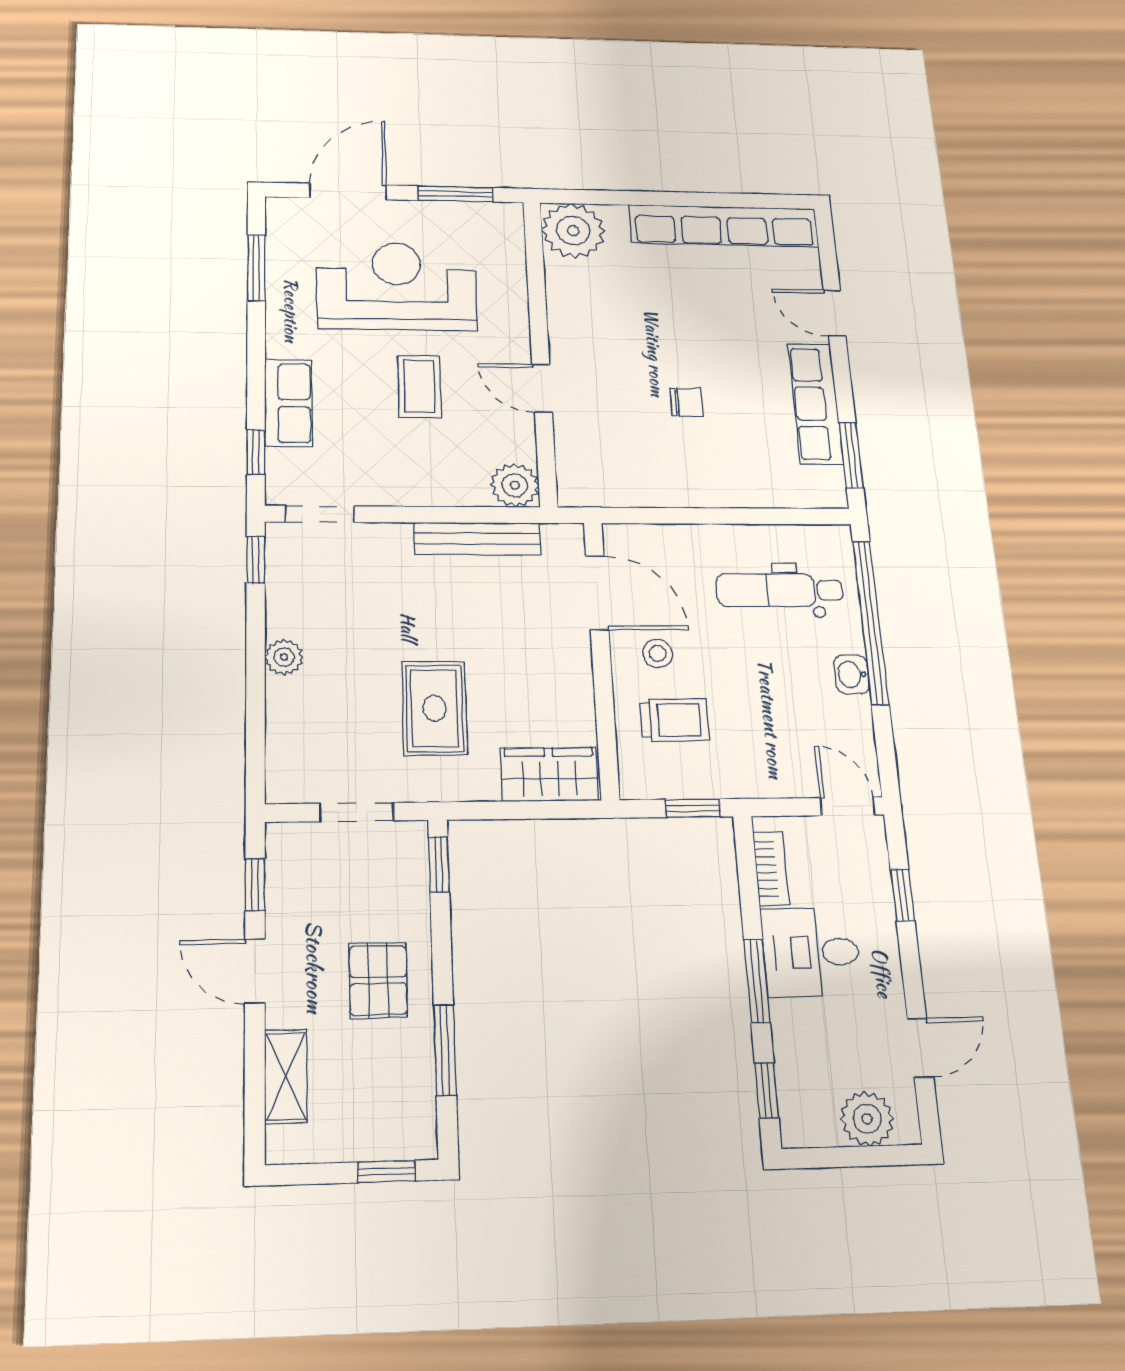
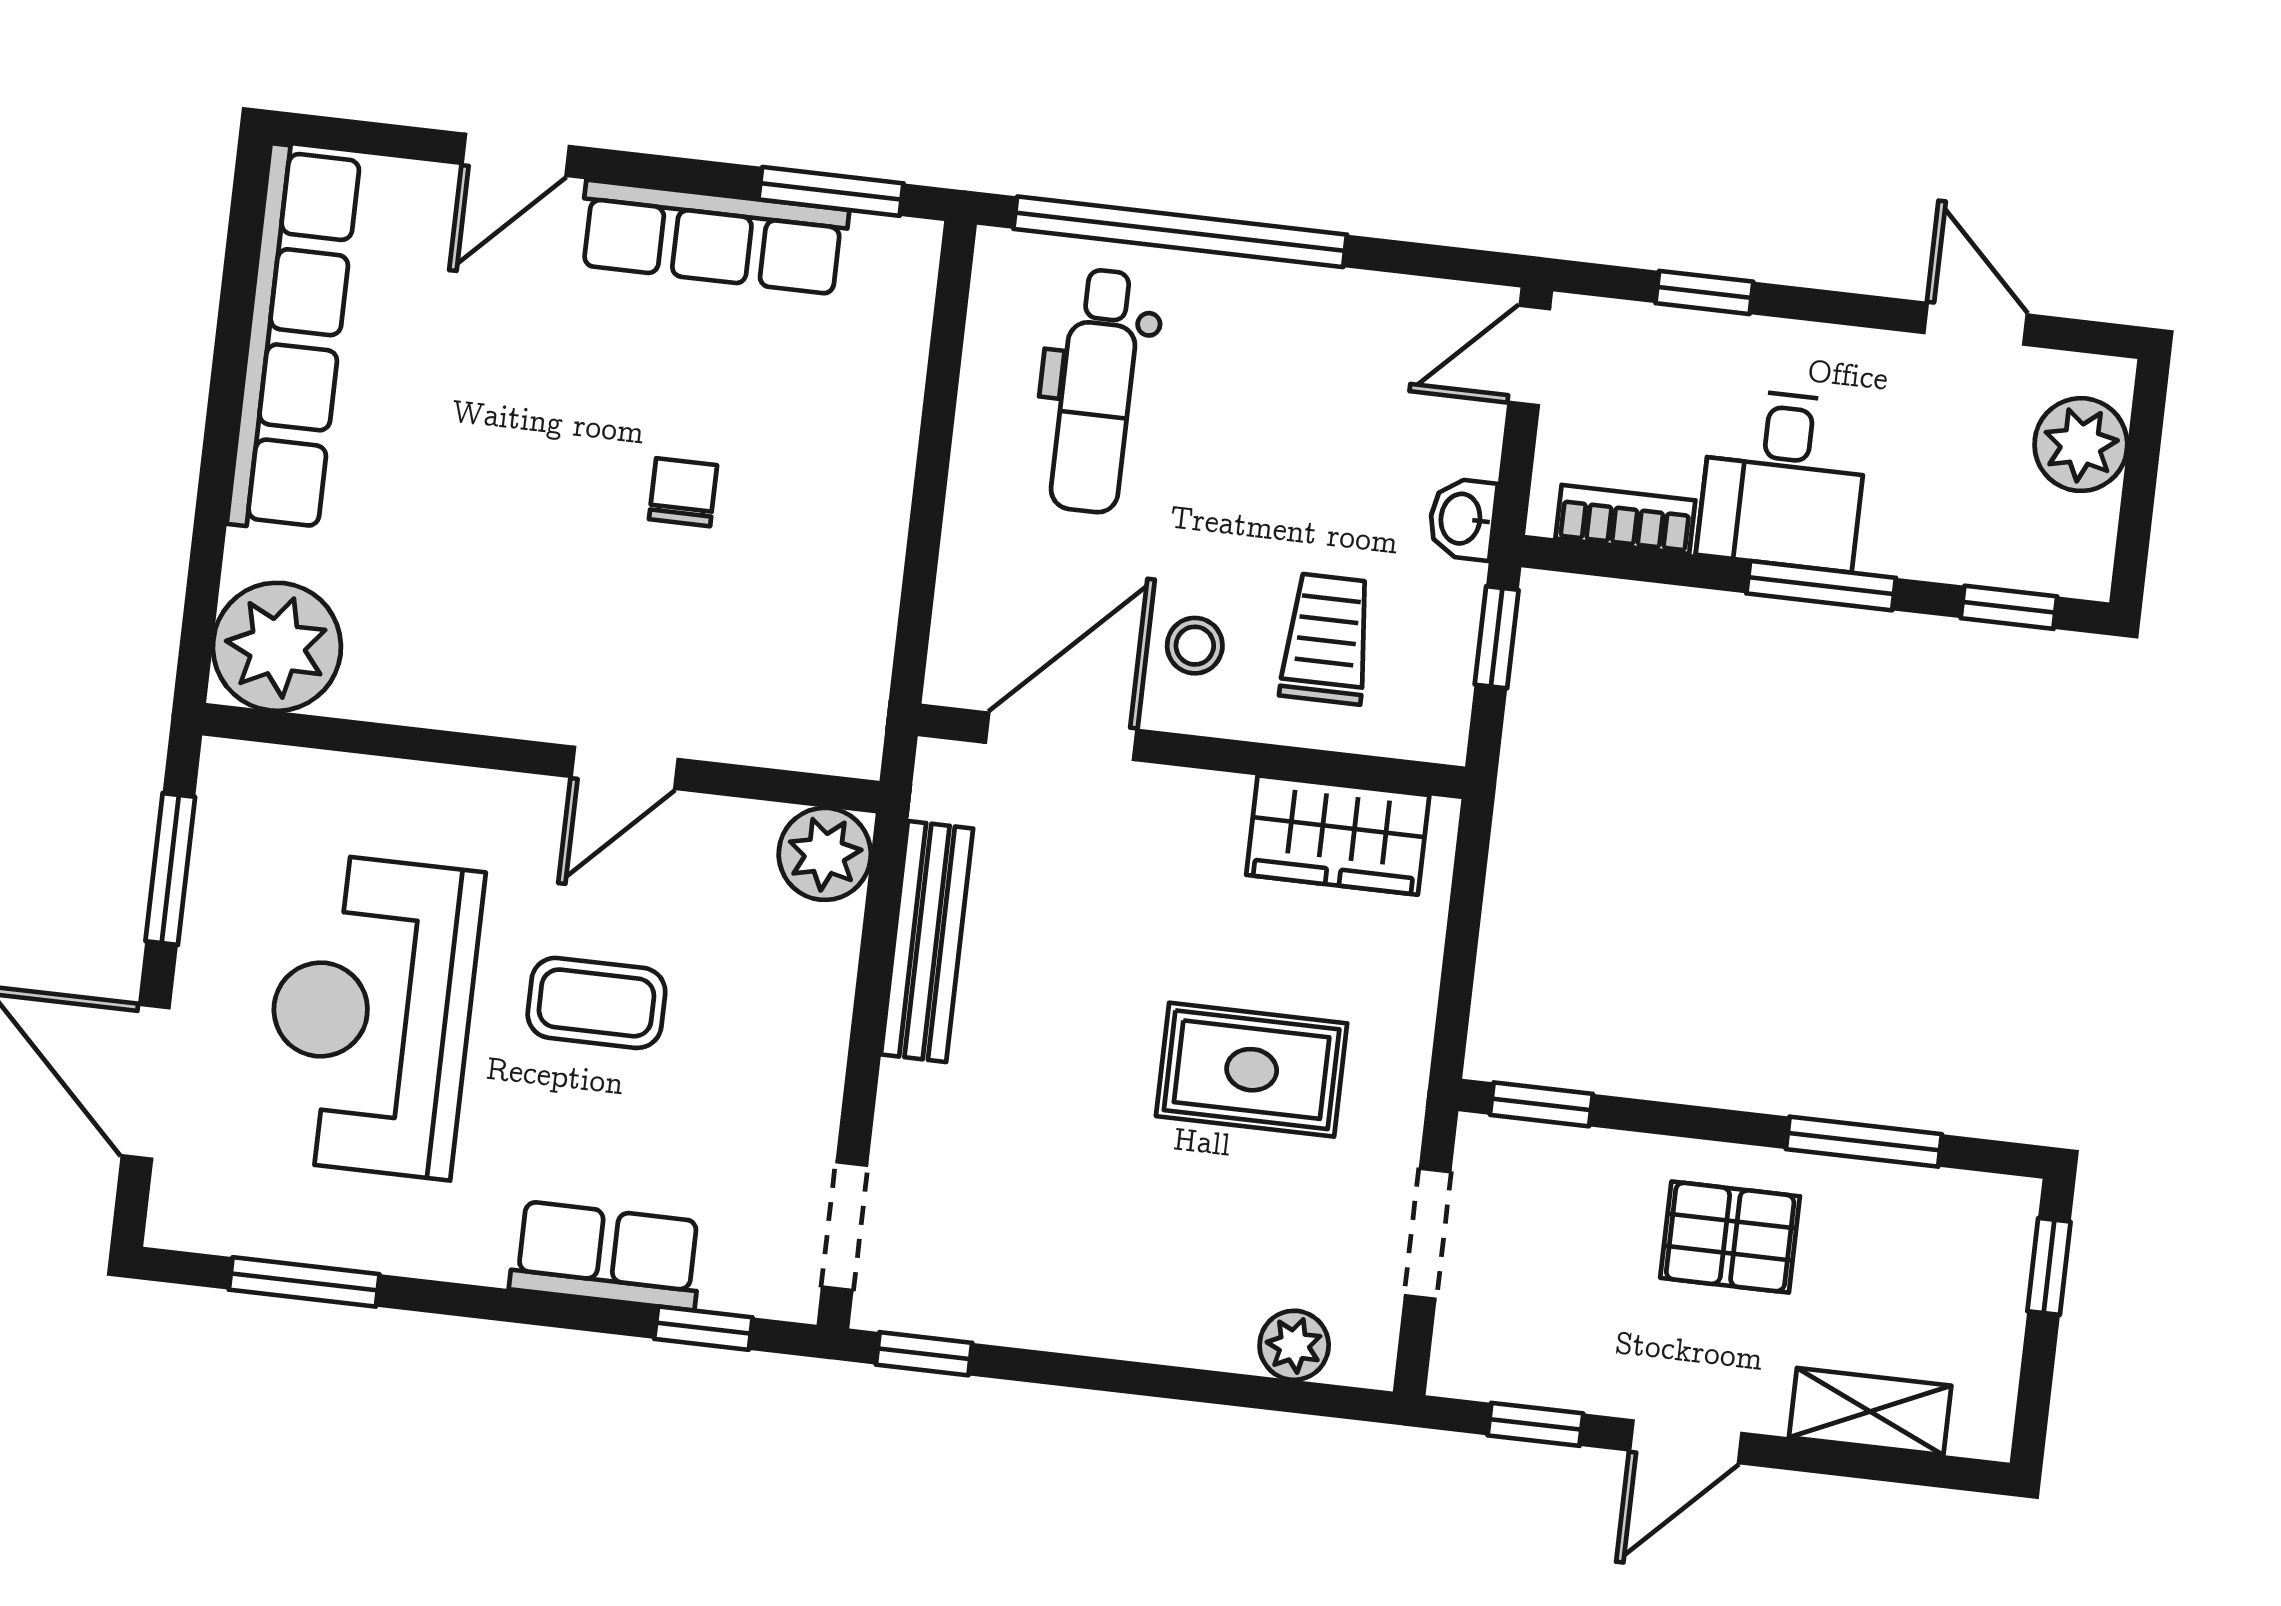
plant: (284, 657) -> (1294, 1345), moved
washbasin: (852, 674) -> (1462, 519), moved, turned 90
wardrobe: (549, 774) -> (1338, 835), moved, turned -90

